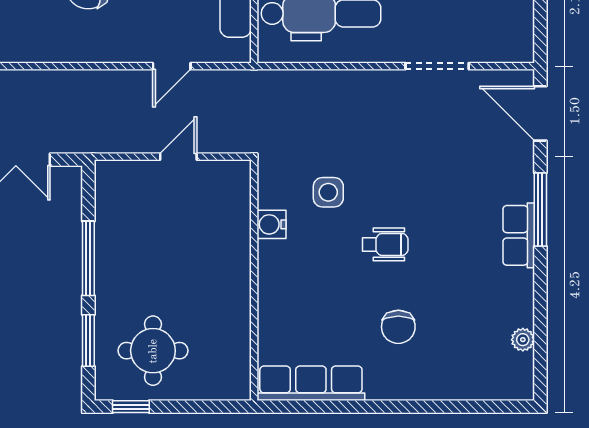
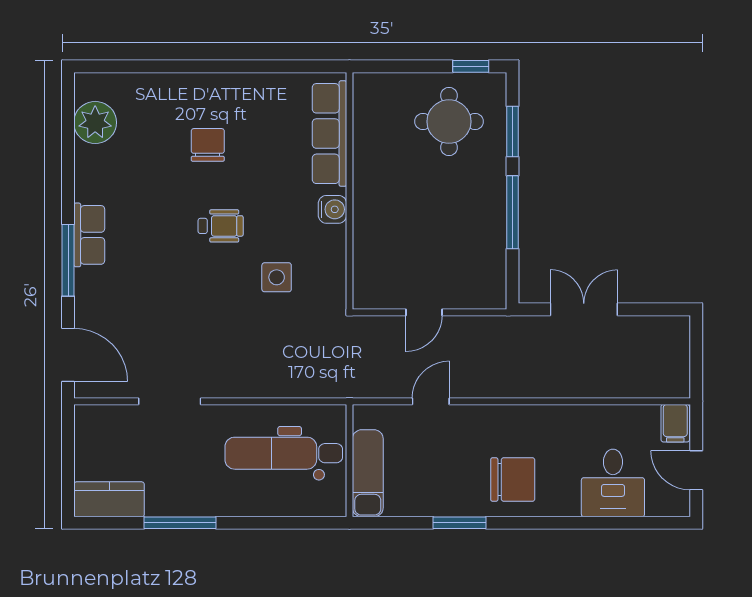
water cooler: (271, 224) -> (332, 209), moved
wheelchair: (385, 244) -> (221, 226), turned 180
plant: (523, 340) -> (95, 122), width x1.87, depth x1.87
row of seats: (311, 383) -> (329, 134), moved, turned 90

